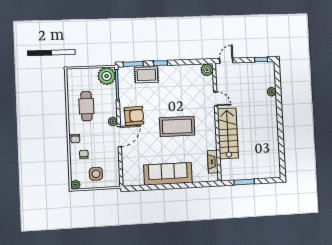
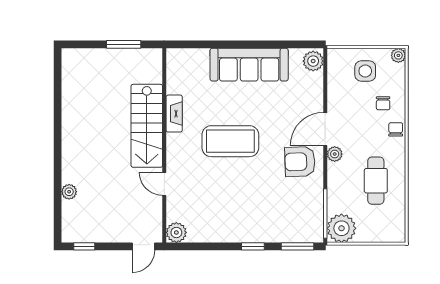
rug: (146, 75) -> (277, 228), removed
fireplace: (213, 162) -> (174, 114), moved
plant: (129, 178) -> (313, 61), added

